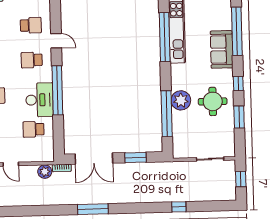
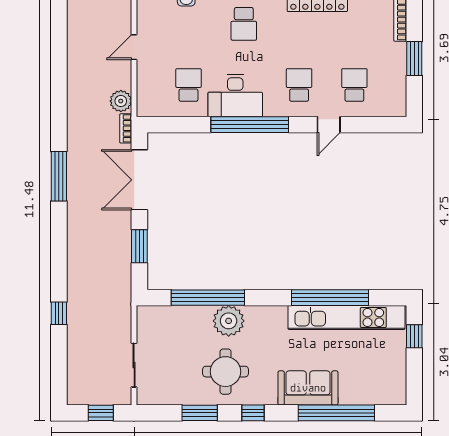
school desk: (31, 25) -> (354, 85), turned 180

